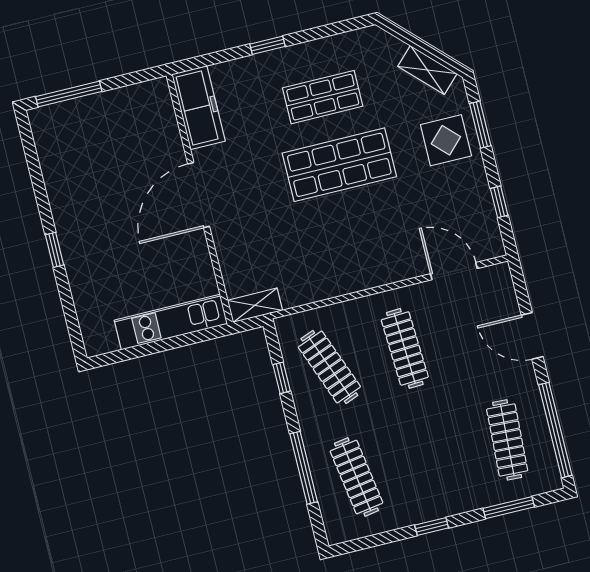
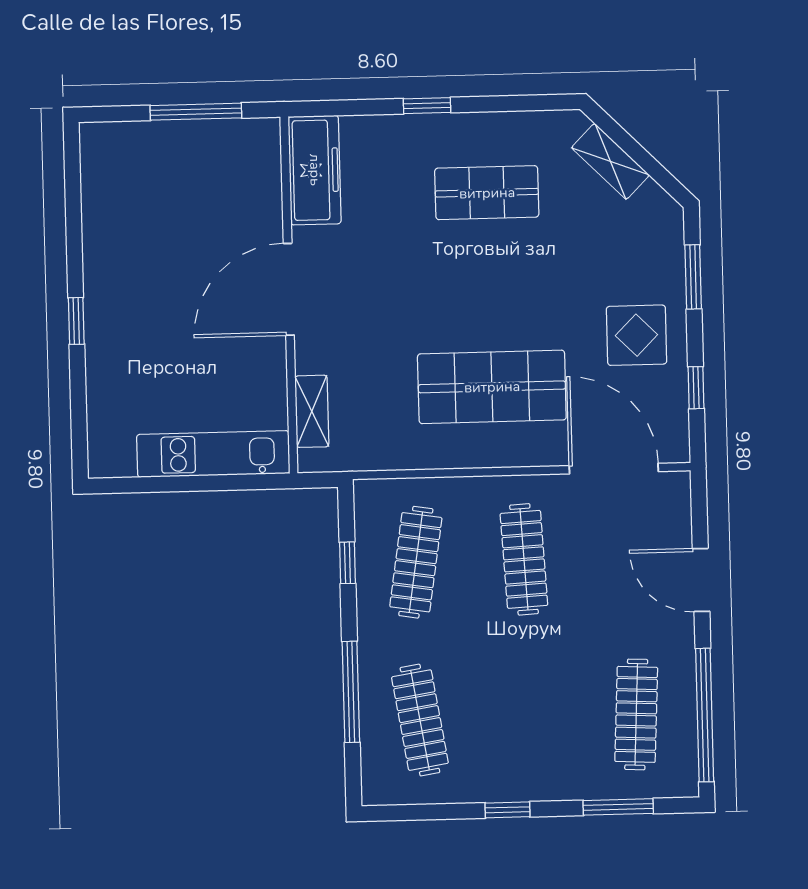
shelving: (427, 70) -> (610, 161), moved
window: (69, 94) -> (196, 112), moved
display table: (446, 140) -> (636, 335), moved
shop shelf: (339, 165) -> (492, 387), moved
door: (454, 271) -> (614, 469), width x1.36
shelving: (255, 305) -> (312, 411), moved, turned 90
clothes rail: (329, 367) -> (416, 562), turned 30

